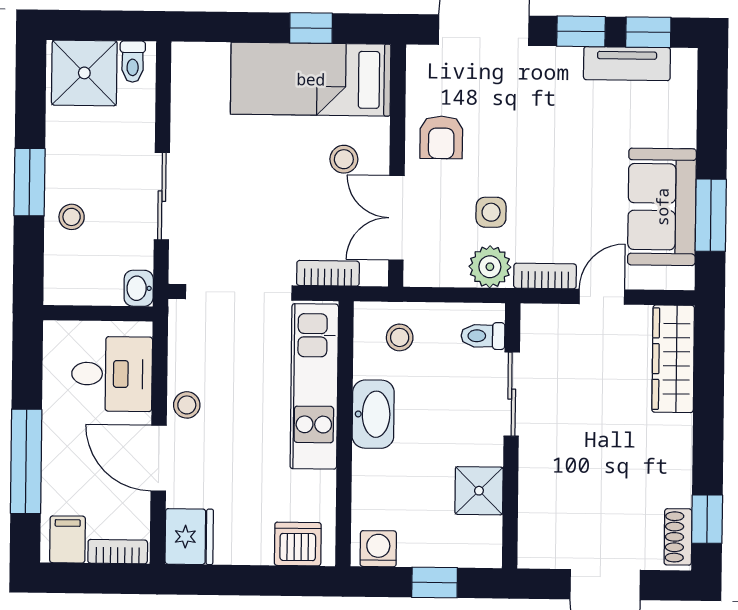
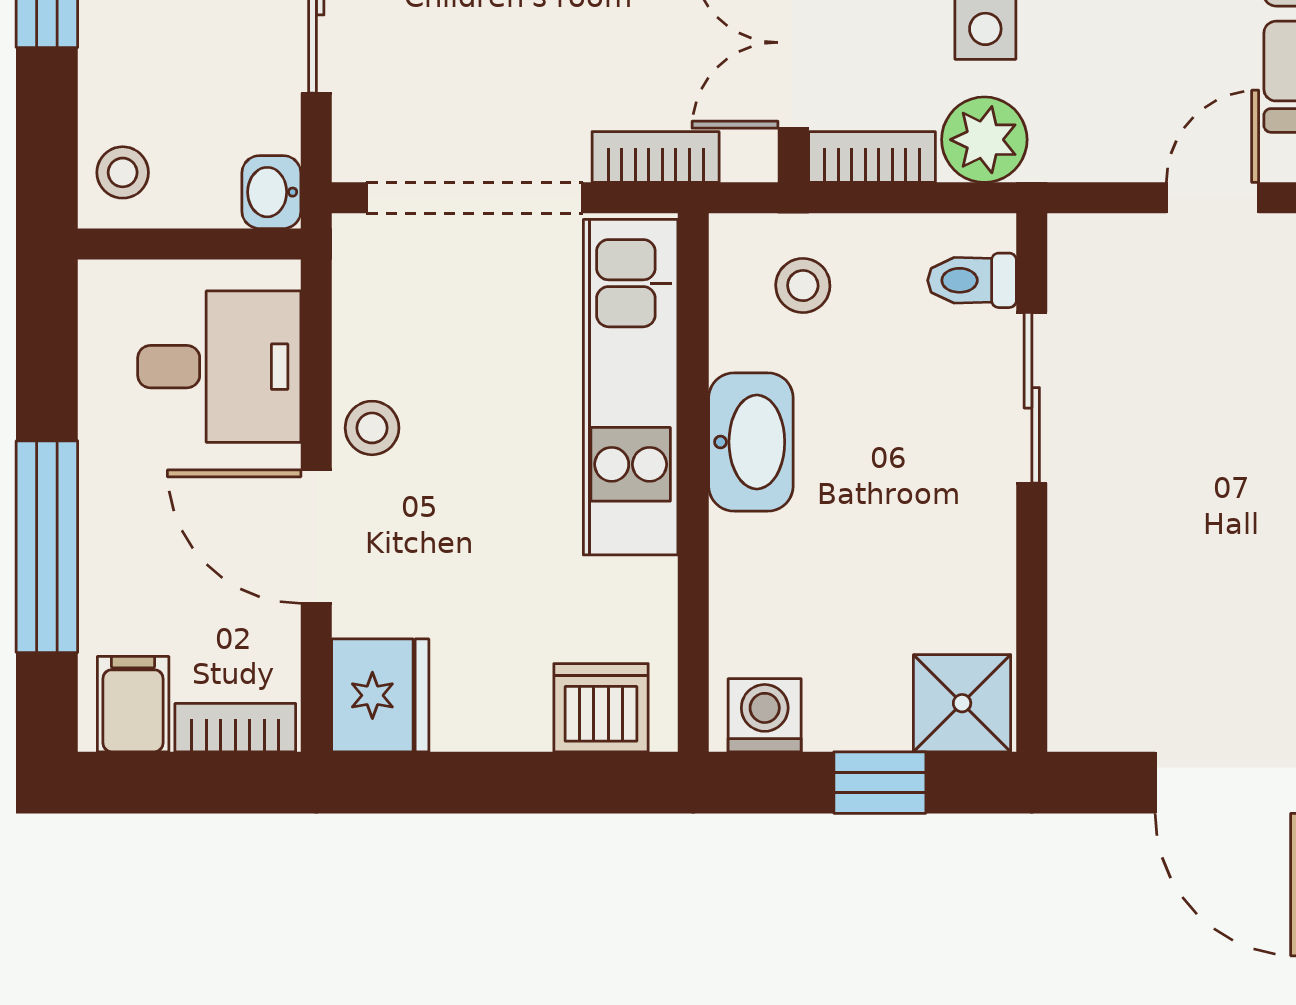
stool: (72, 217) -> (123, 172), moved
bookcase: (545, 276) -> (872, 157), moved
shower: (479, 491) -> (962, 703), moved

